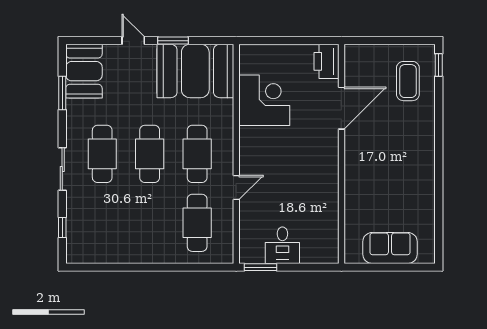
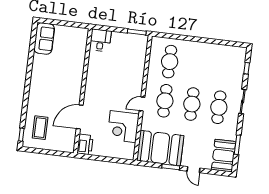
door: (236, 188) -> (142, 104), moved
desk: (282, 245) -> (100, 40), moved
sofa: (390, 248) -> (44, 38), moved, turned -90

